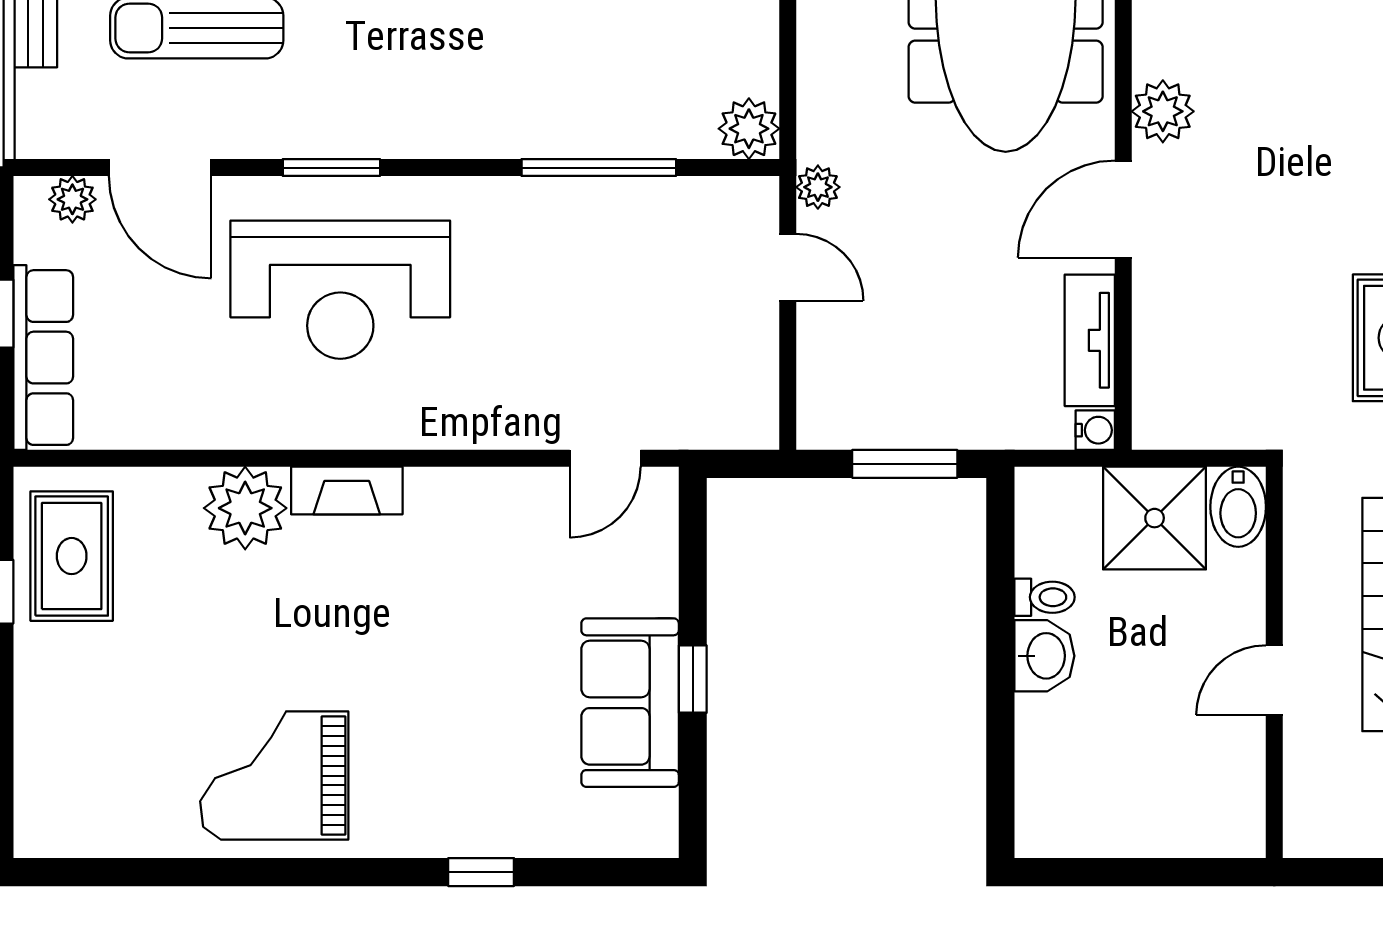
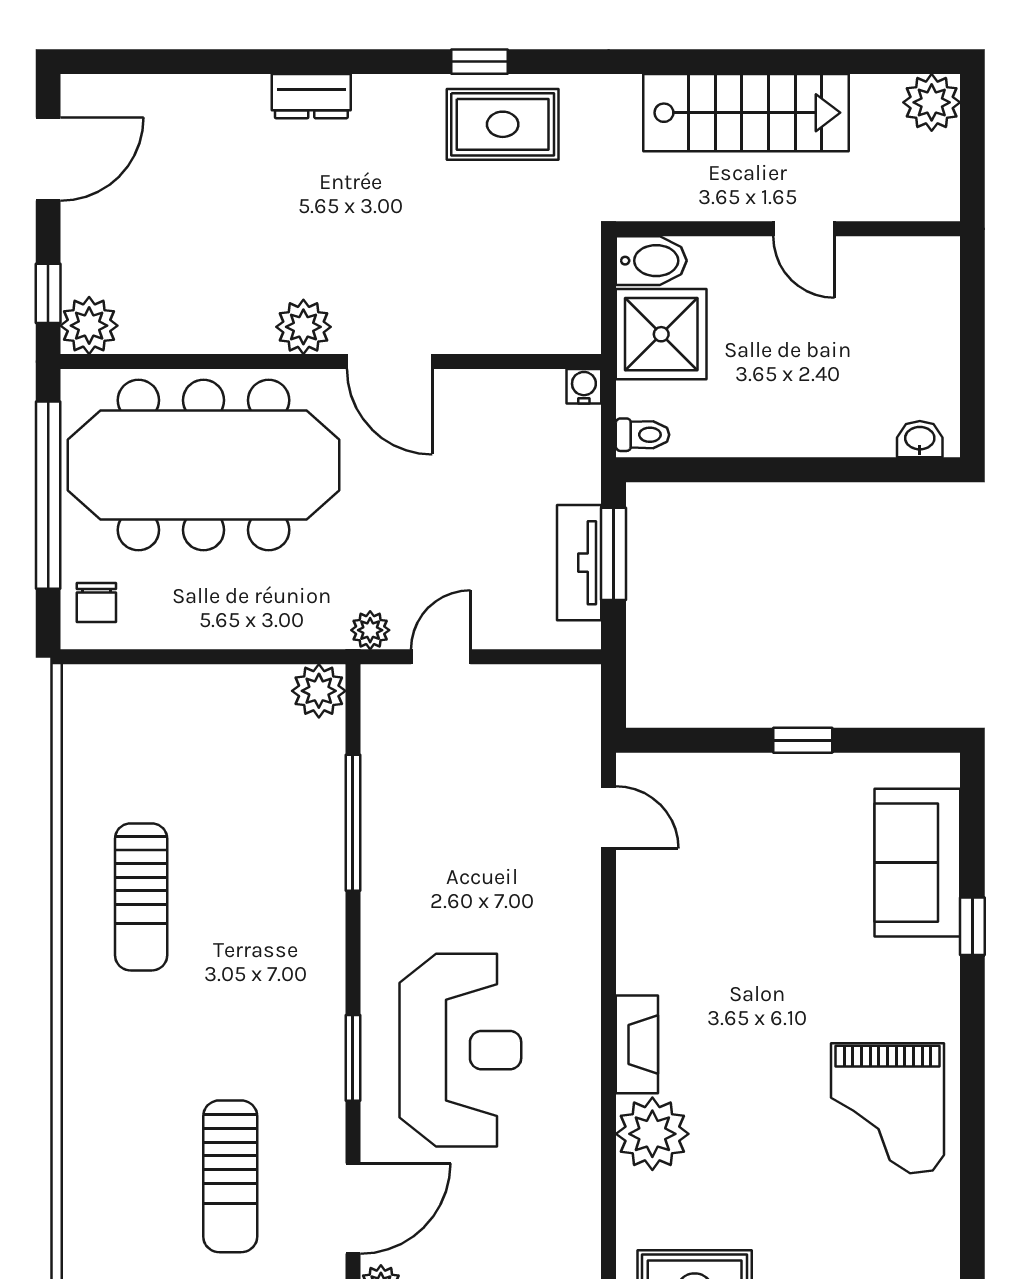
tv unit: (1090, 340) -> (579, 563), moved, turned 90
toilet: (1044, 597) -> (643, 435), moved, turned 90
washbasin: (1044, 656) -> (920, 439), moved, width x0.72, depth x0.69
sofa: (630, 703) -> (917, 863), moved, turned 90

